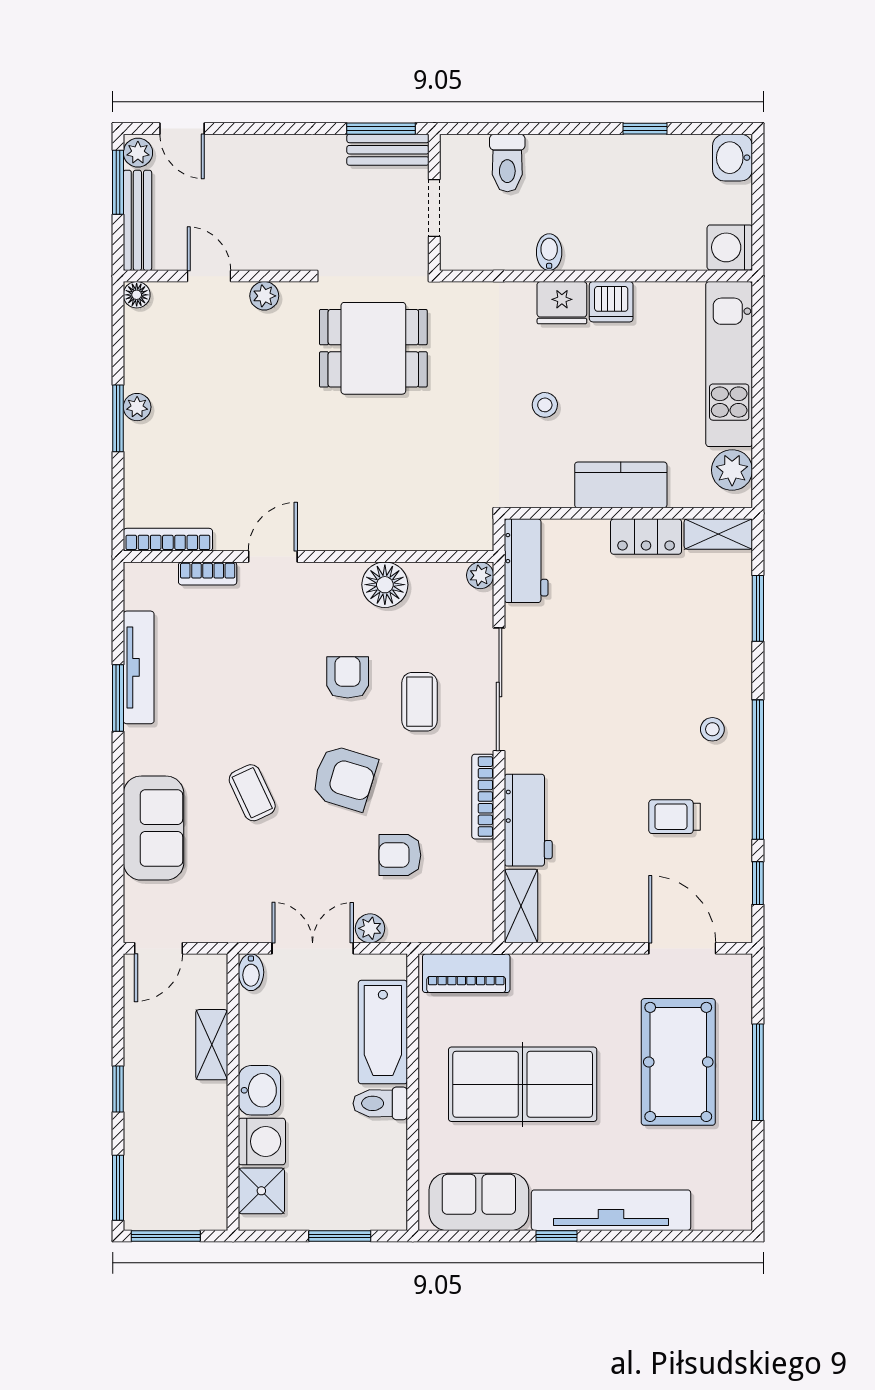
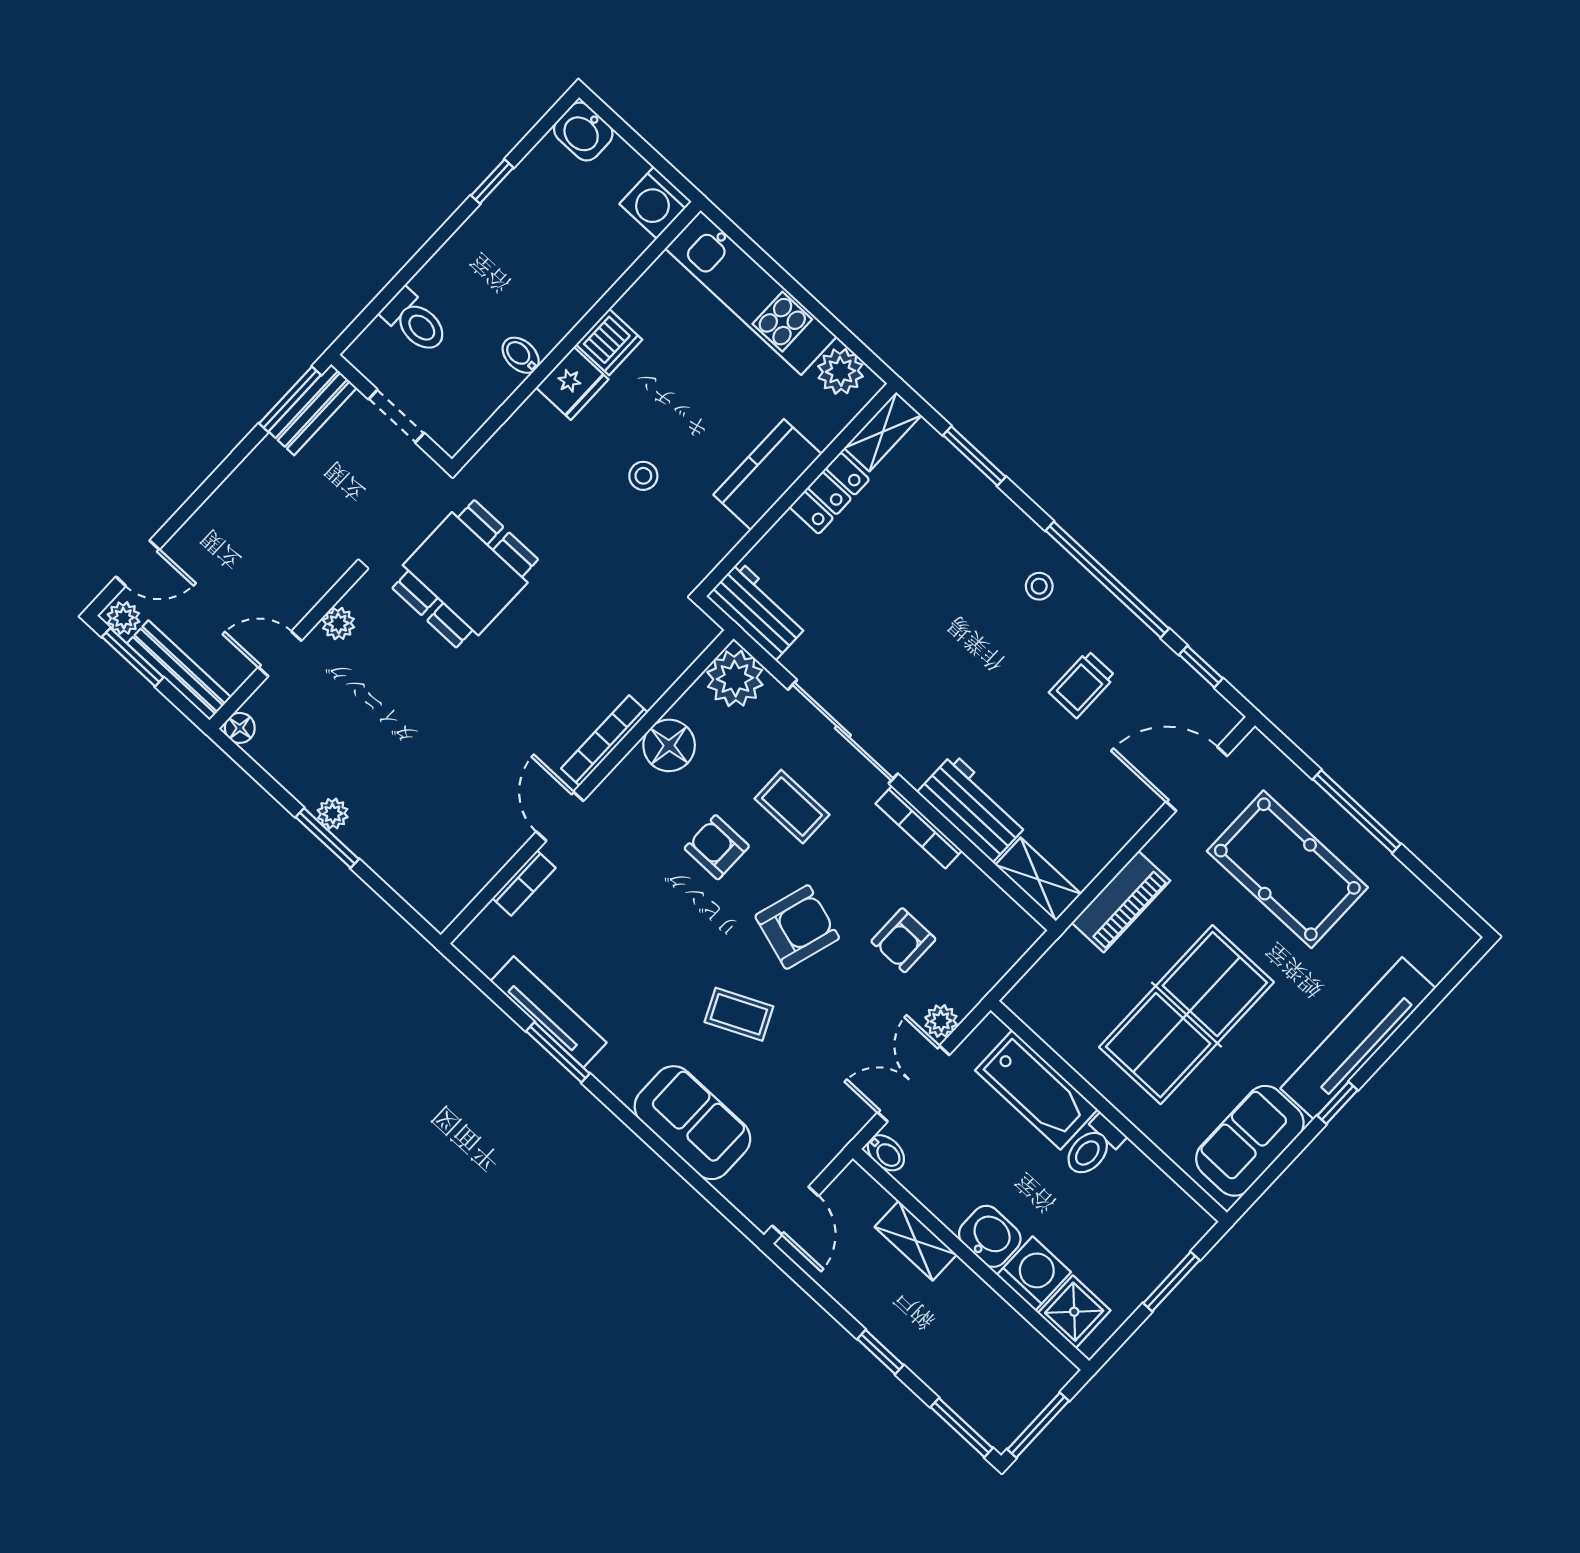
bookcase: (168, 540) -> (604, 740), moved
plant: (480, 575) -> (735, 678), width x1.87, depth x1.87
piano: (466, 973) -> (1121, 902), moved

